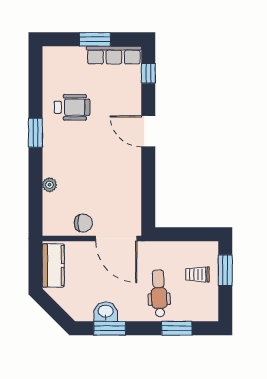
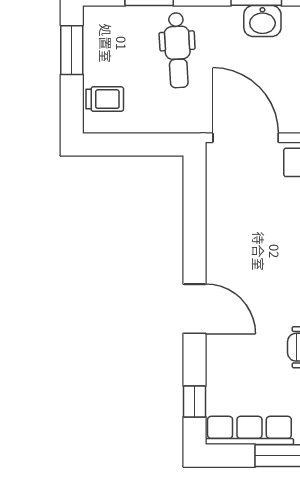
window: (225, 270) -> (72, 50), moved
trolley: (197, 274) -> (105, 99), moved

